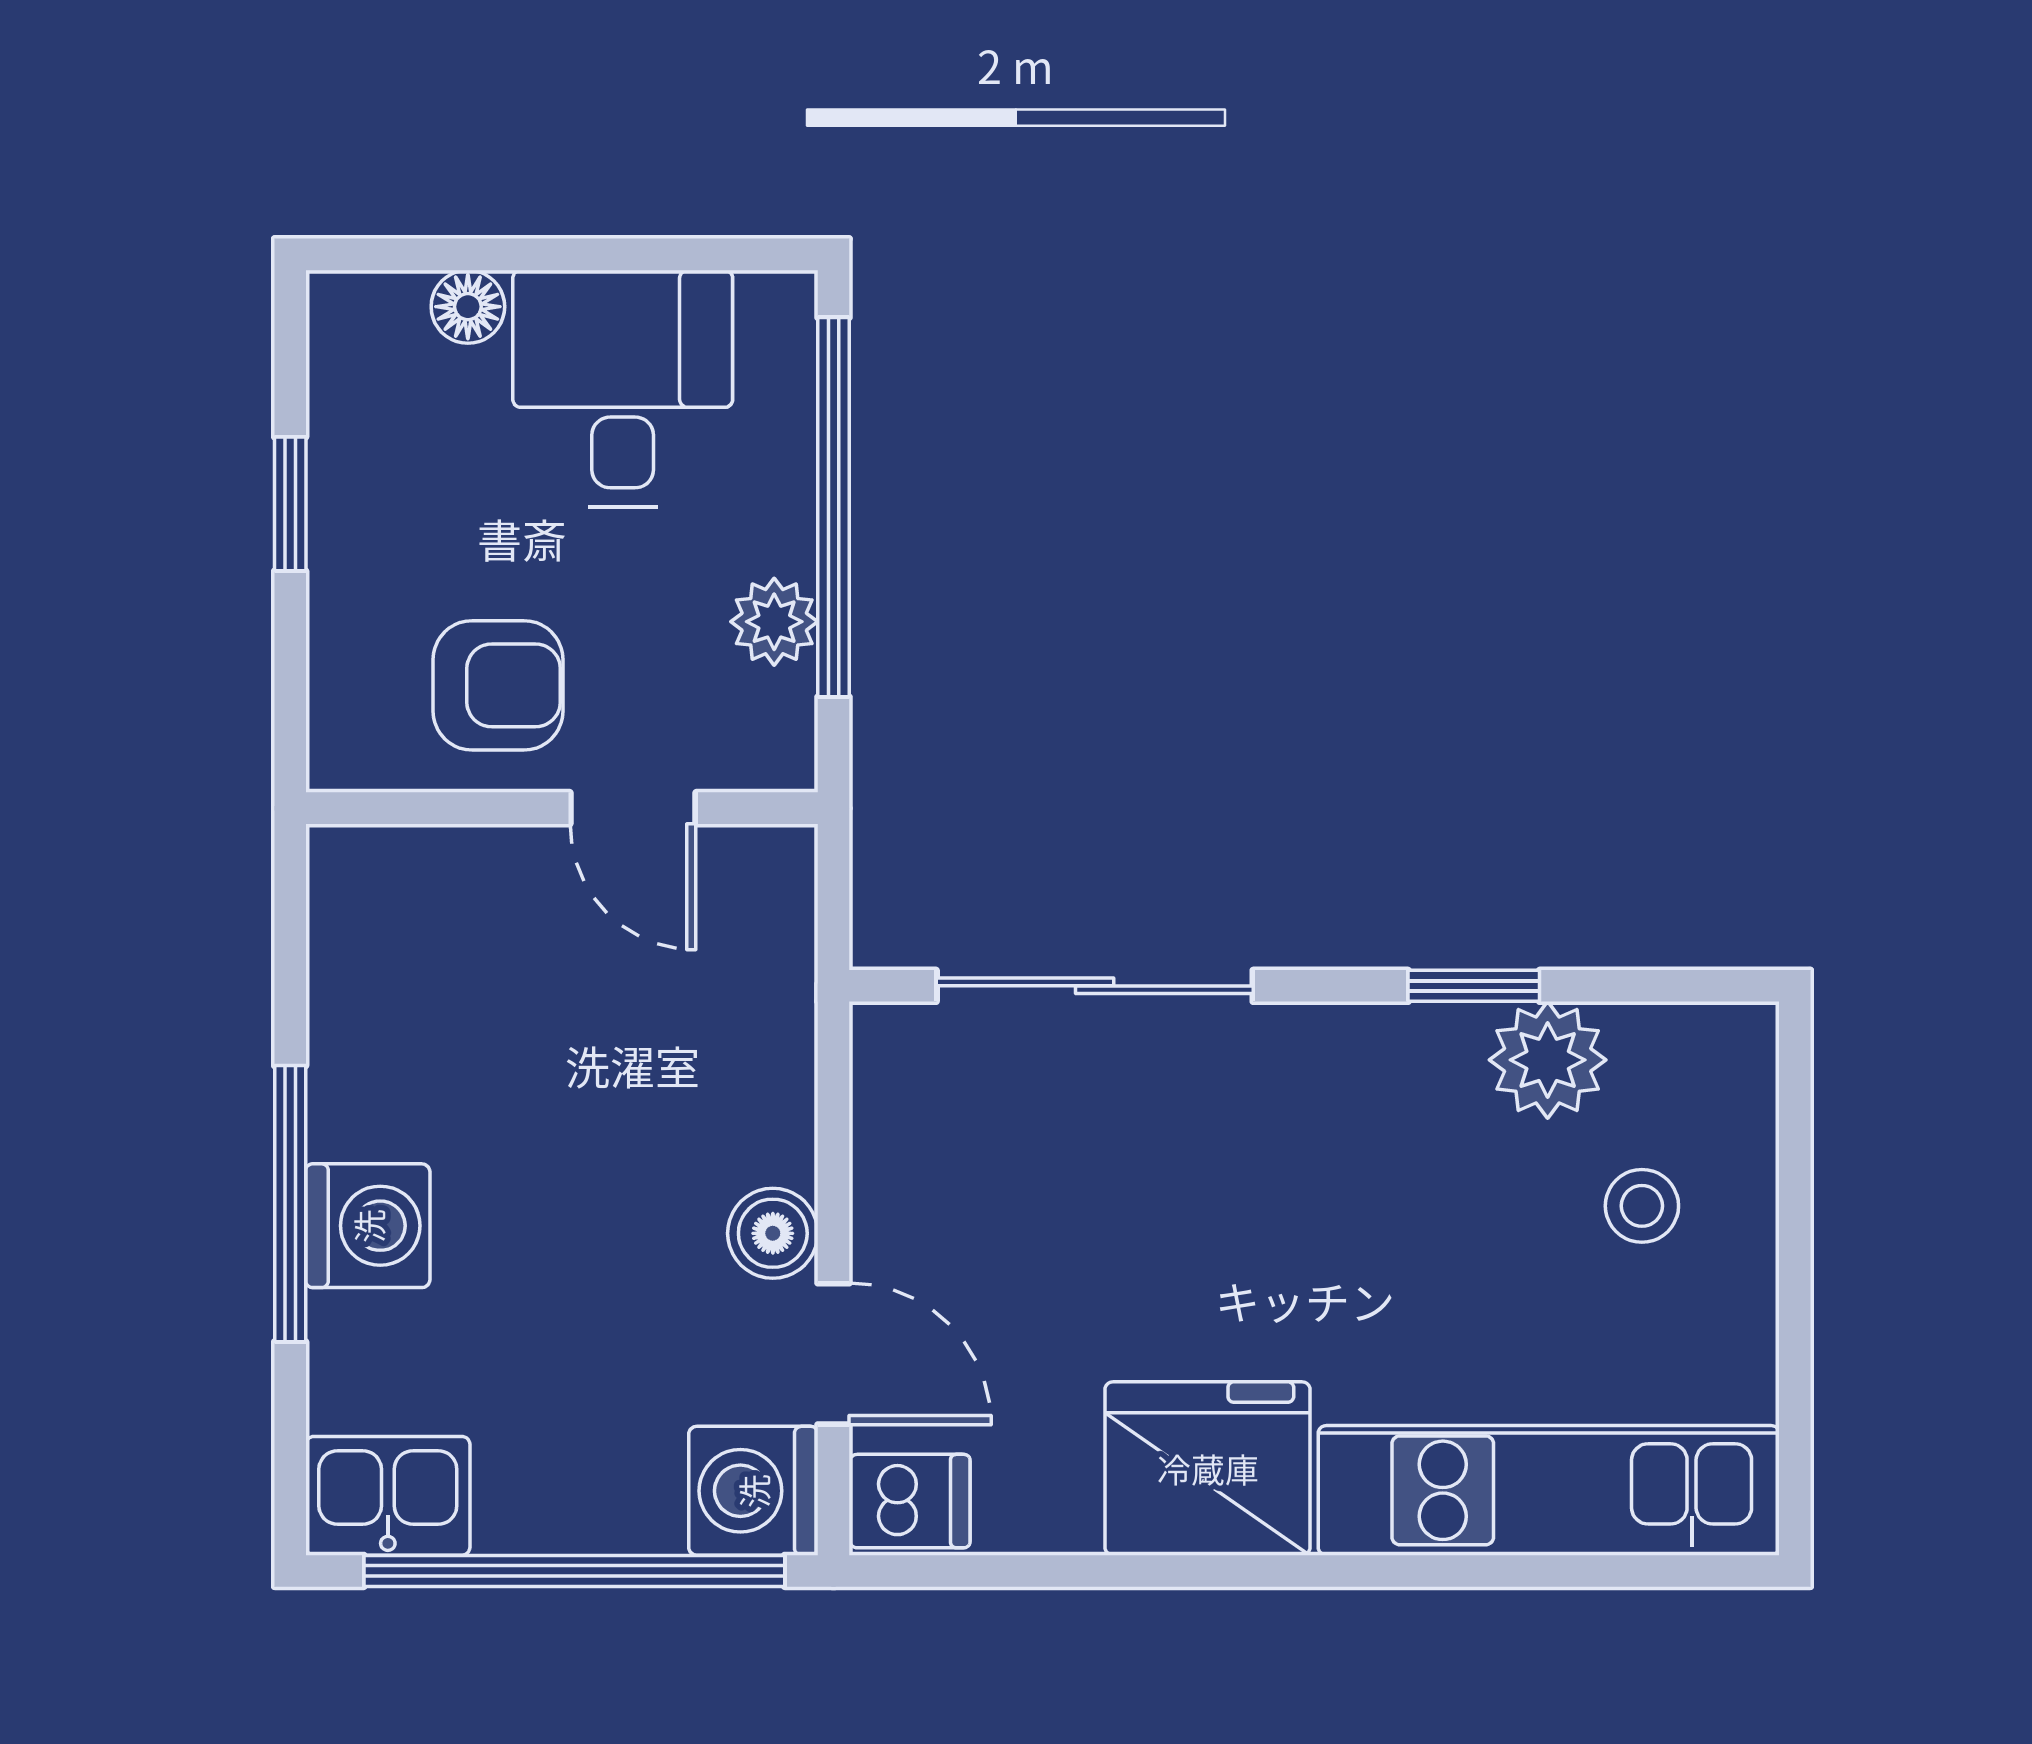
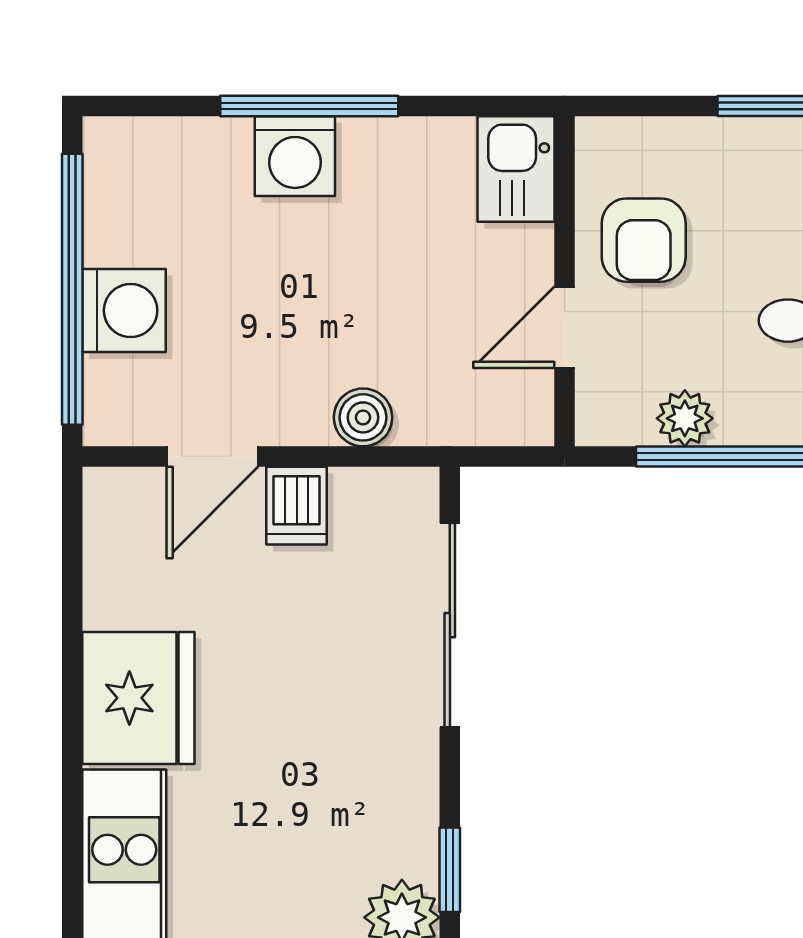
boiler: (773, 1233) -> (363, 417), moved
washing machine: (753, 1491) -> (124, 311), moved, turned 90
kitchen sink: (388, 1496) -> (516, 169), moved, turned 180
dishwasher: (910, 1501) -> (297, 506), moved

